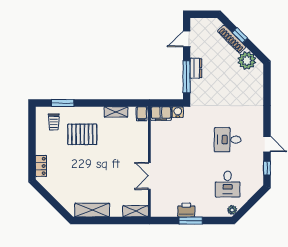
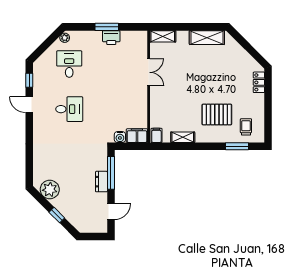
shoe rack: (232, 39) -> (65, 211), removed

